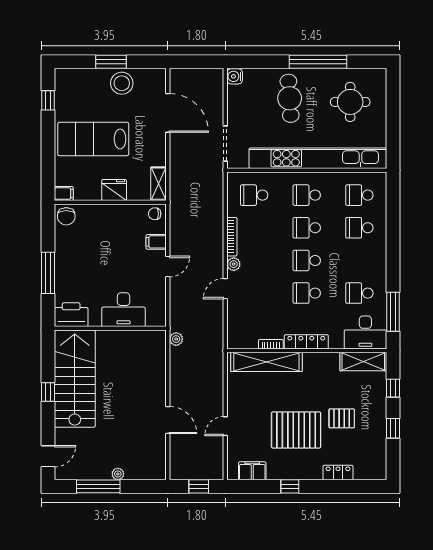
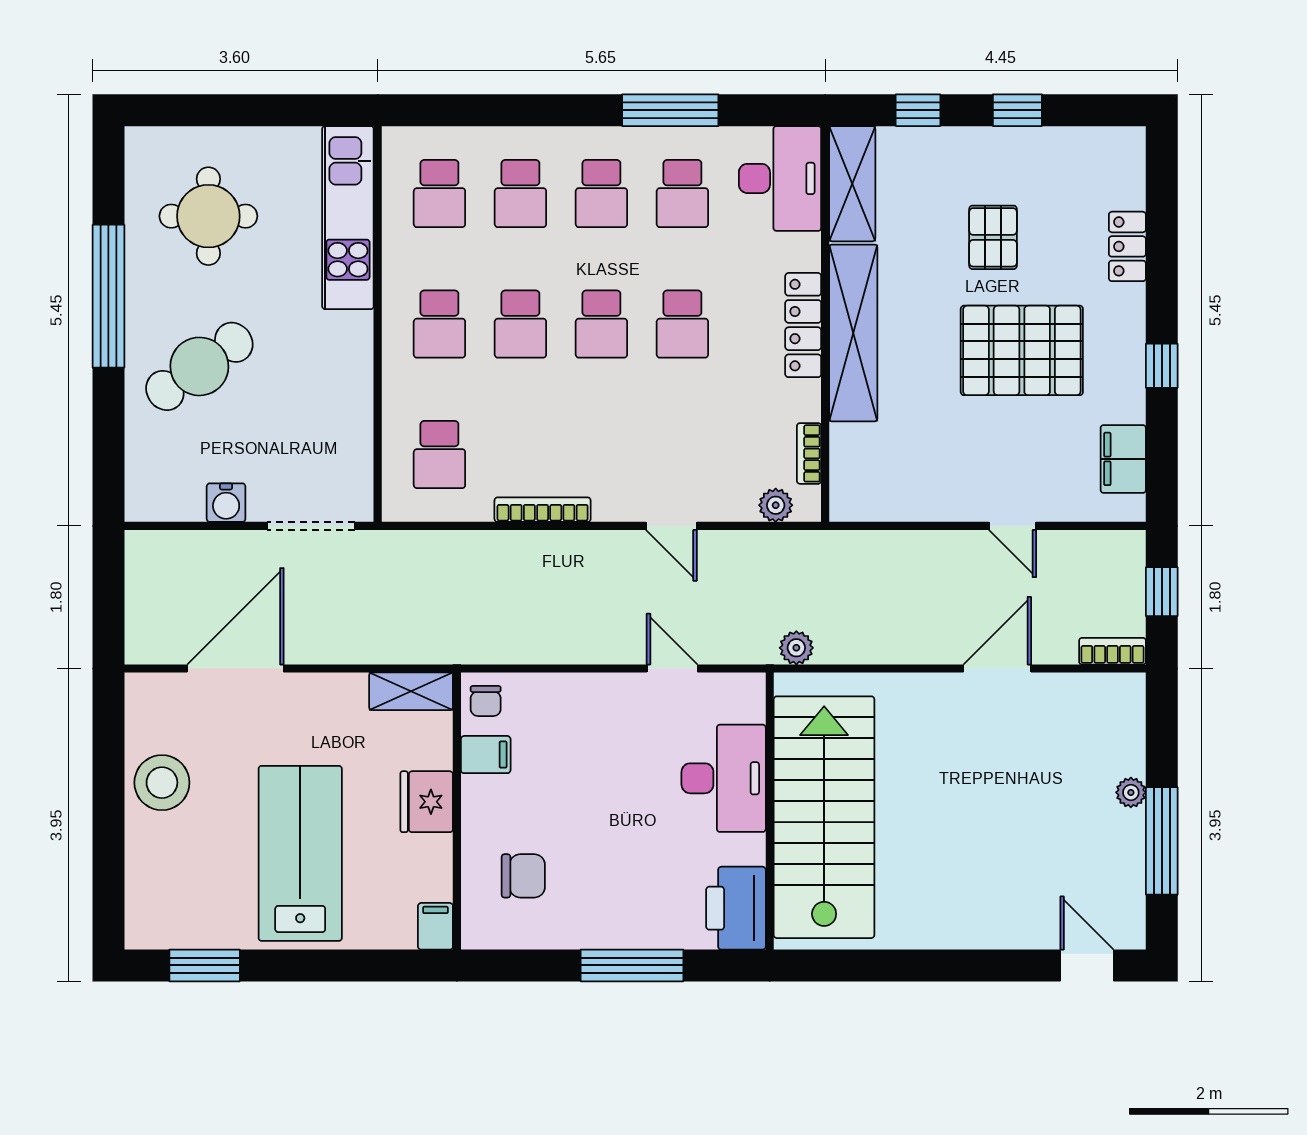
window: (111, 62) -> (108, 809), removed
water cooler: (235, 76) -> (226, 503), moved
cafe table: (290, 98) -> (199, 366), turned -31
window: (48, 100) -> (205, 965), width x1.50
lab bench: (93, 139) -> (300, 853), turned 180
kitchen unit: (318, 158) -> (348, 218), width x0.54
chair: (66, 216) -> (523, 876), moved
filing cabinet: (156, 242) -> (486, 755), moved, turned -90
school desk: (359, 260) -> (601, 194), added
plant: (234, 264) -> (776, 505), moved
door: (168, 267) -> (672, 668), moved
window: (393, 312) -> (670, 110), moved
bookcase: (271, 344) -> (809, 453), moved
shelving: (266, 362) -> (853, 333), moved
stairs: (75, 379) -> (824, 817), moved, turned 90
window: (48, 392) -> (928, 965), removed
pallet: (296, 430) -> (1022, 350), turned 90
bookcase: (175, 467) -> (1112, 651), added

